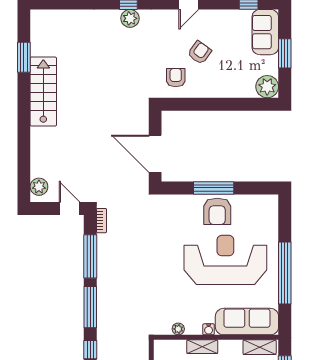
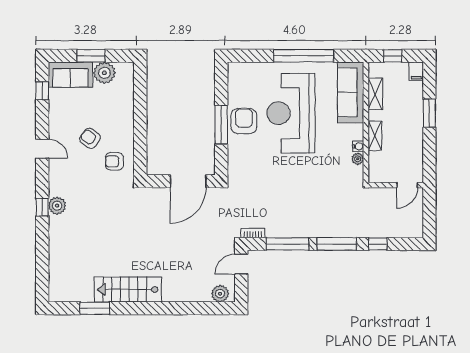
plant: (267, 87) -> (104, 73), moved
armchair: (217, 211) -> (244, 121), turned -90
water cooler: (209, 329) -> (358, 146), moved
shelving: (260, 347) -> (375, 94), moved

